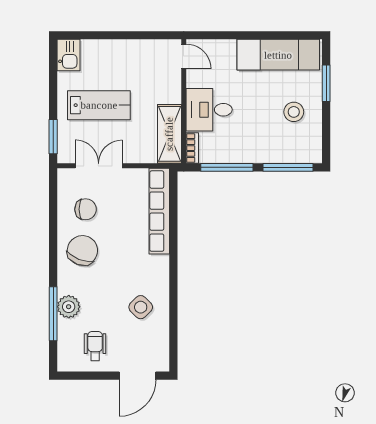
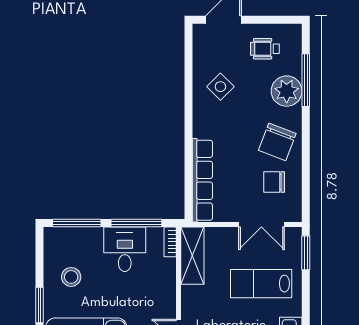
desk: (209, 110) -> (125, 249), moved, turned -90
plant: (69, 307) -> (287, 91), width x1.36, depth x1.36
wheelchair: (95, 346) -> (265, 49), turned 90

